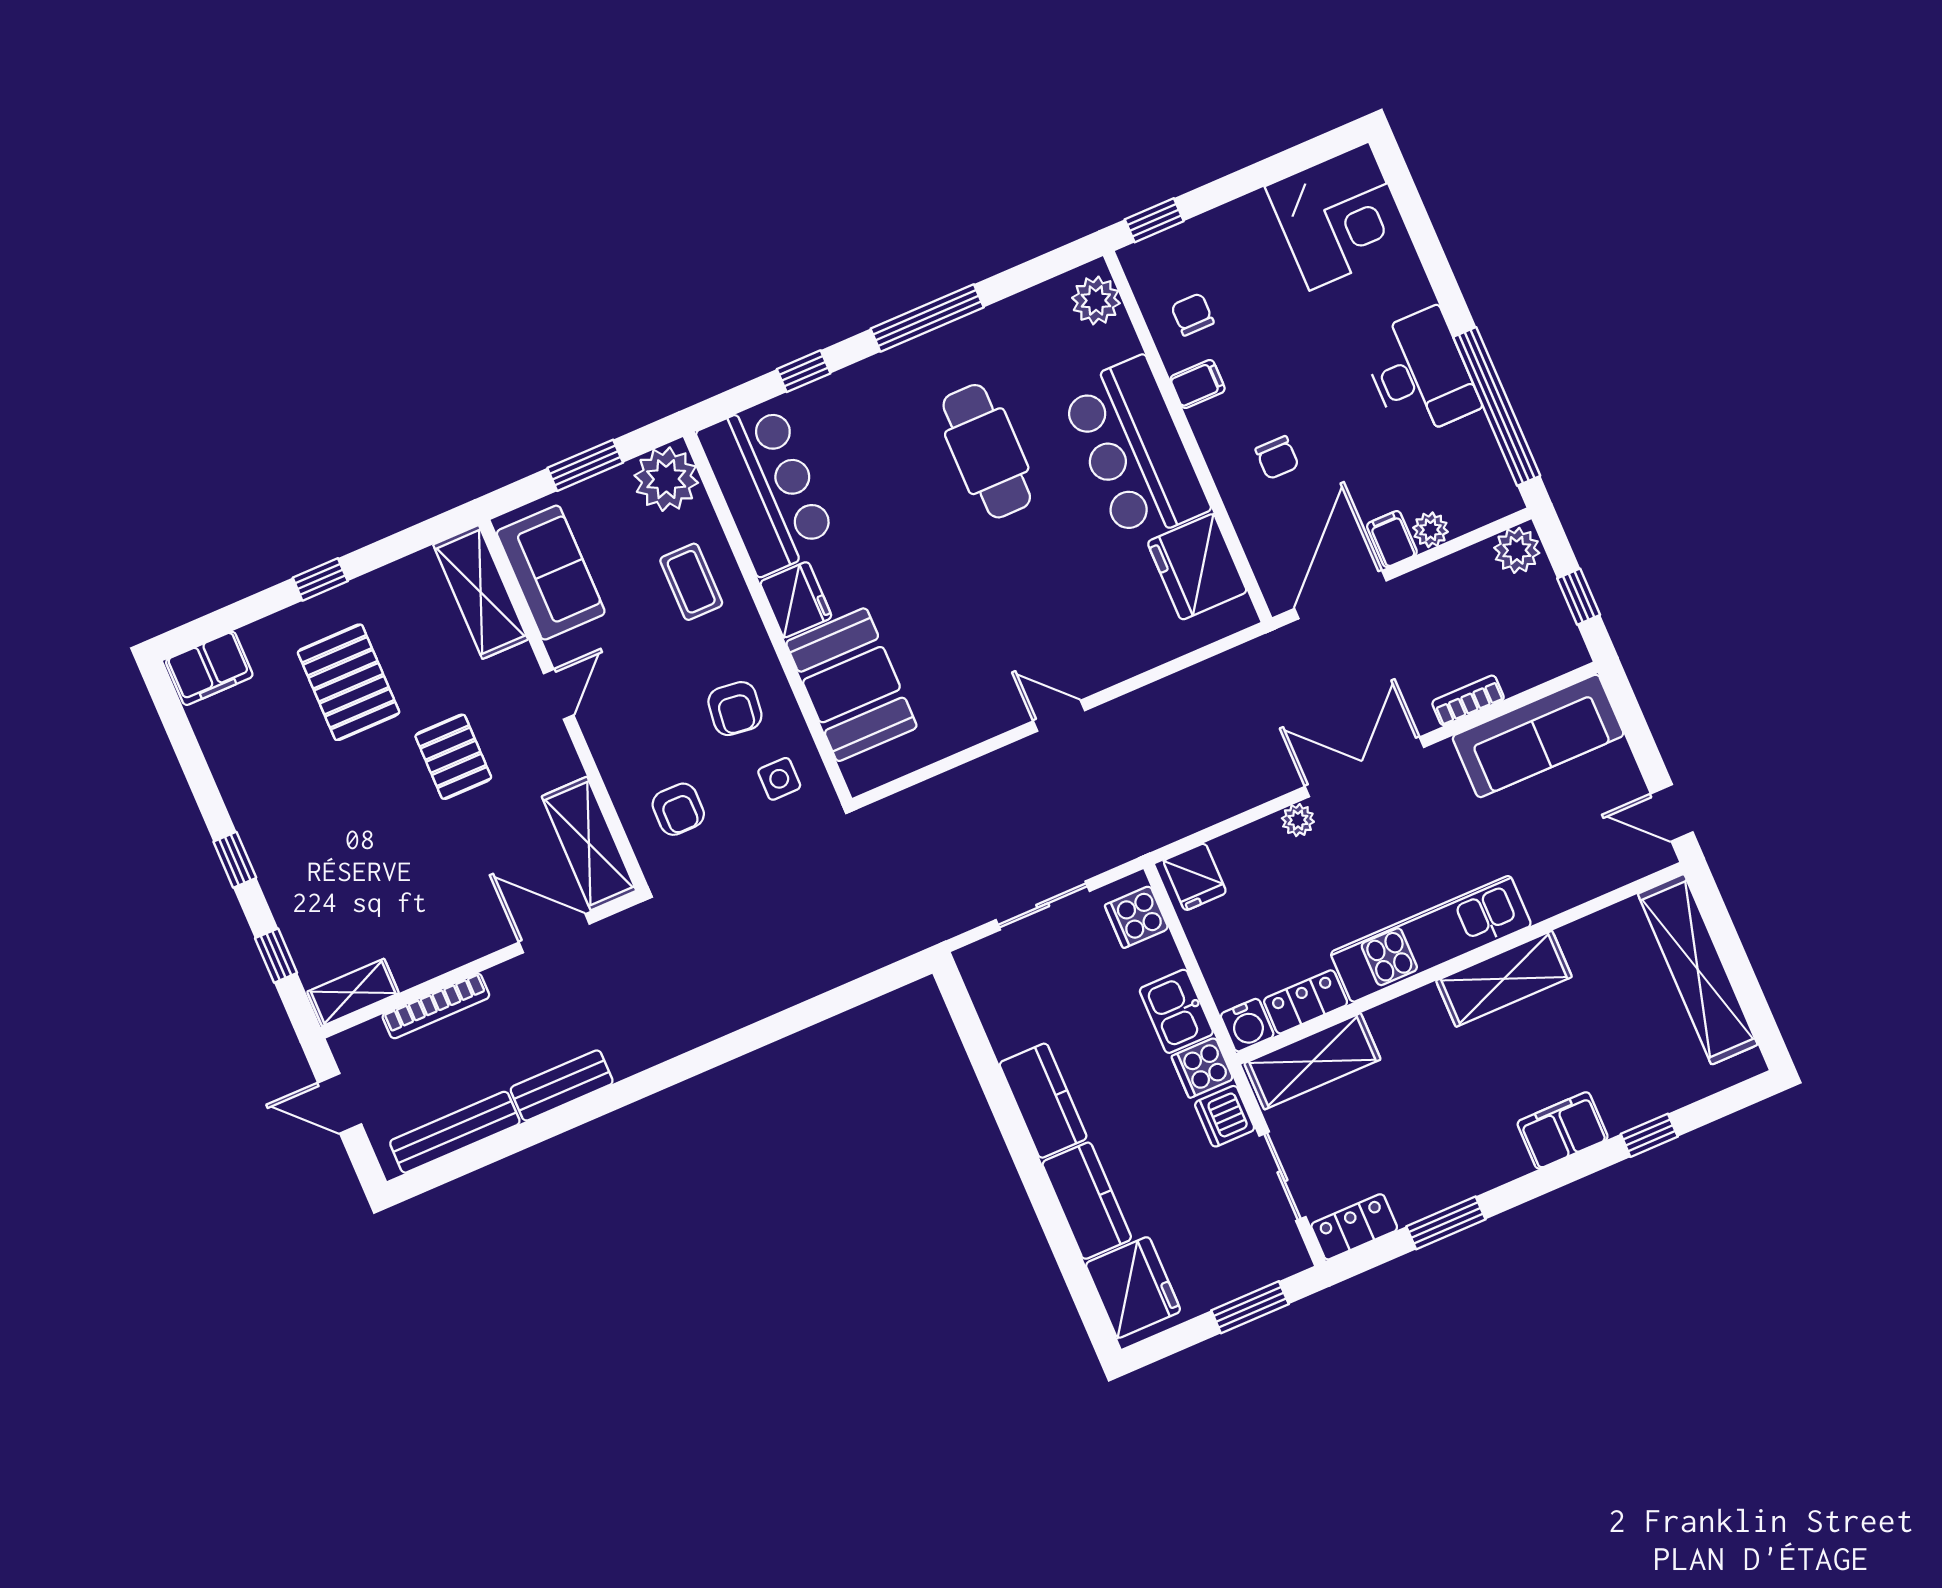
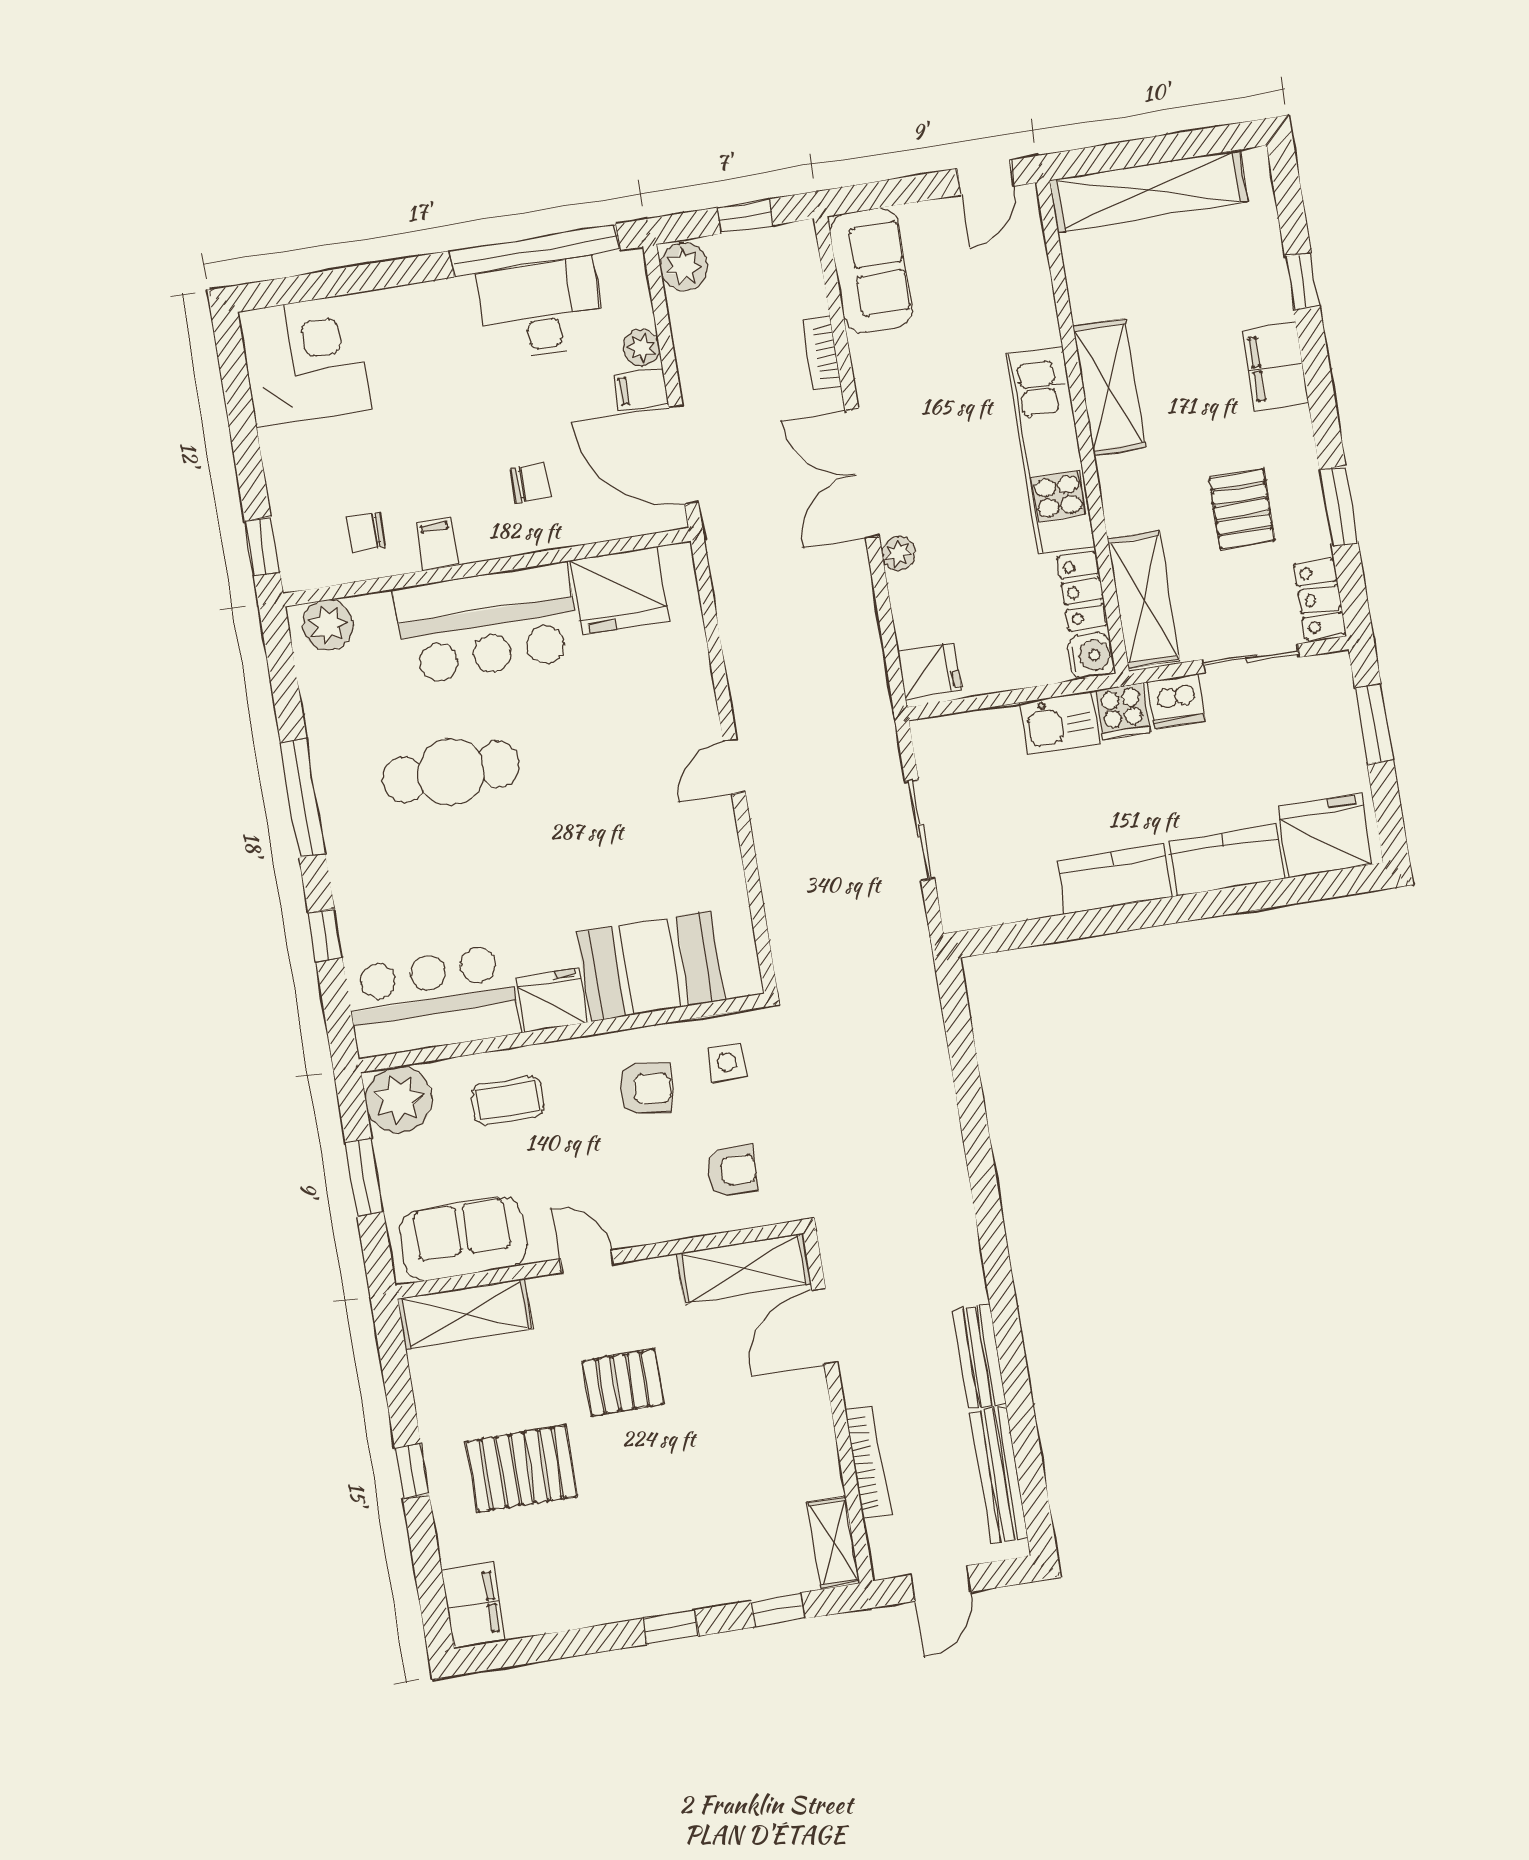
desk: (1420, 373) -> (541, 309), moved
sofa: (1538, 736) -> (871, 270), width x0.73
cooker: (1137, 917) -> (955, 739), removed
pallet: (1421, 1132) -> (1242, 509), added

